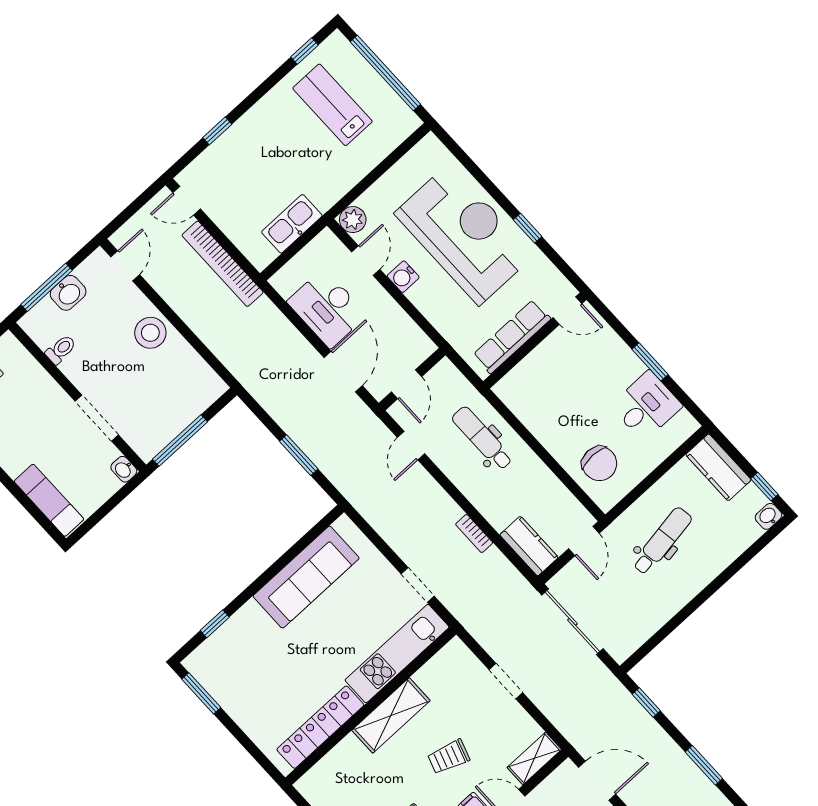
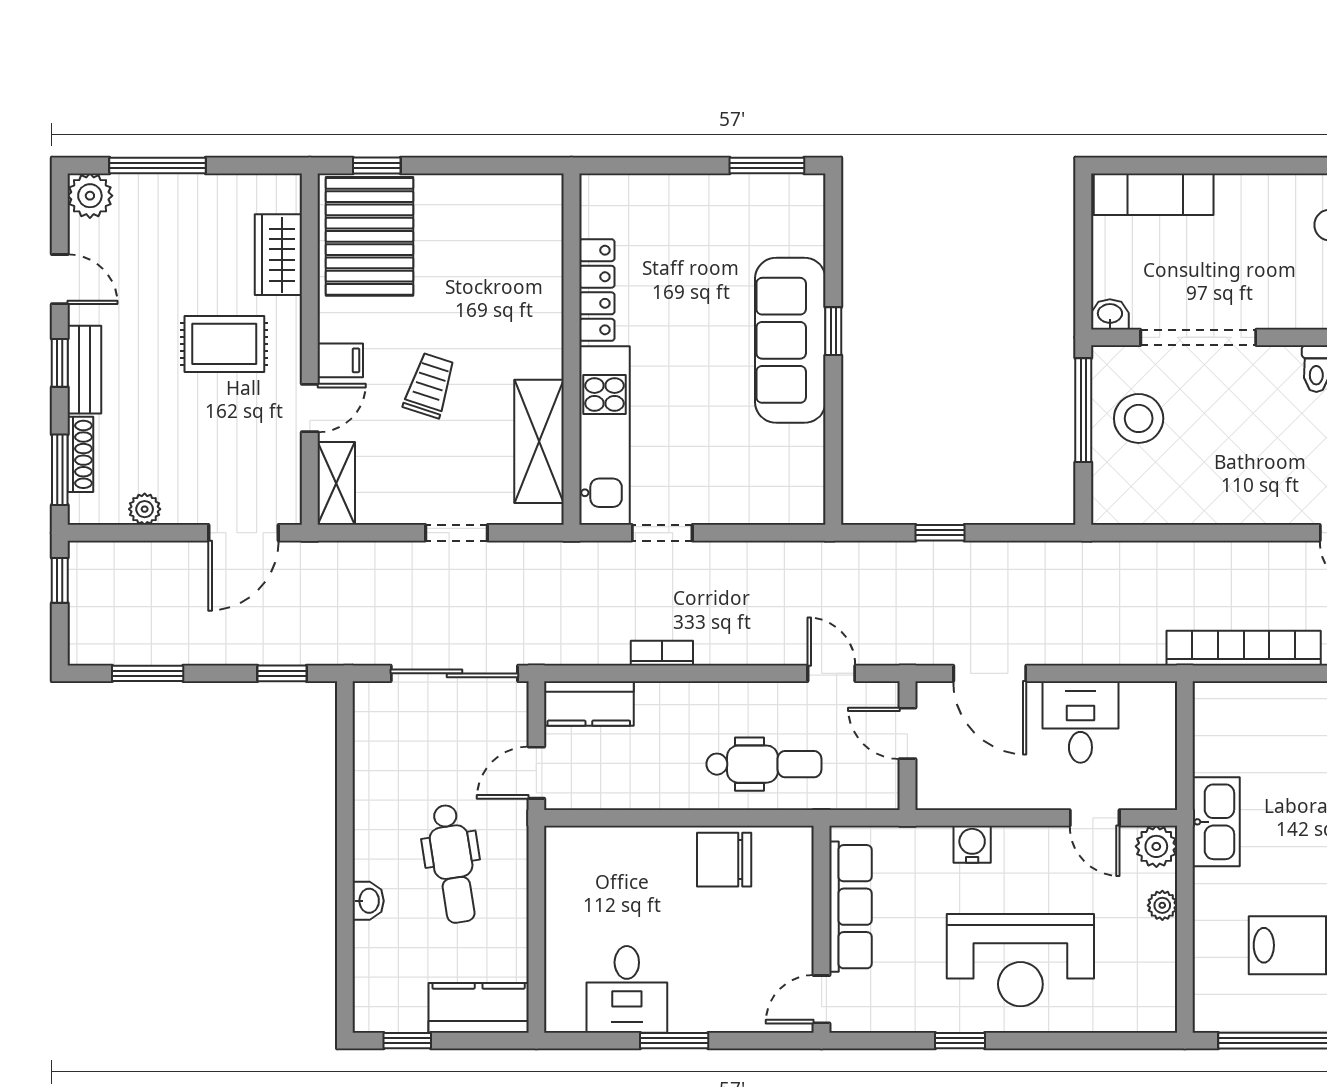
plant: (378, 192) -> (1162, 905), added
kitchen sink: (292, 224) -> (1216, 822), moved
reception desk: (464, 234) -> (1020, 960), width x0.74, depth x0.77
water cooler: (403, 277) -> (972, 844), moved
desk: (327, 308) -> (1080, 722), width x0.73
stool: (150, 333) -> (1139, 418), moved
doorway: (97, 418) -> (1198, 337), width x1.36
window: (299, 455) -> (940, 533), width x0.67
chair: (599, 464) -> (724, 860), moved
washbasin: (768, 516) -> (368, 901), moved
door: (584, 541) -> (536, 773), hinge flipped
sofa: (306, 577) -> (790, 340), moved
window: (215, 624) -> (833, 331), moved
shelving: (391, 715) -> (539, 441), moved
locker: (320, 727) -> (597, 290), width x0.71, depth x0.83

